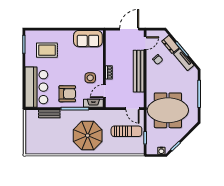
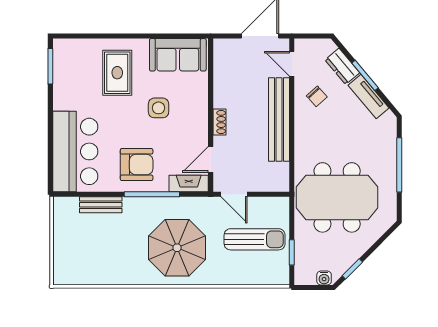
door: (145, 43) -> (292, 64), swing flipped
rug: (47, 50) -> (117, 73), moved, turned 90
side table: (90, 78) -> (159, 108), moved
door: (133, 109) -> (234, 194), moved

